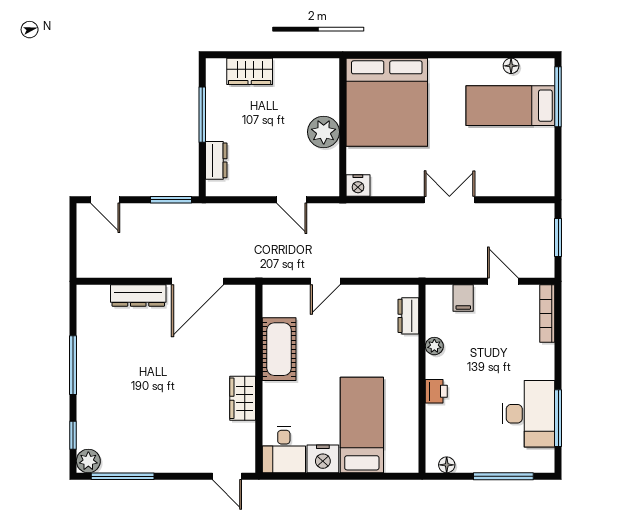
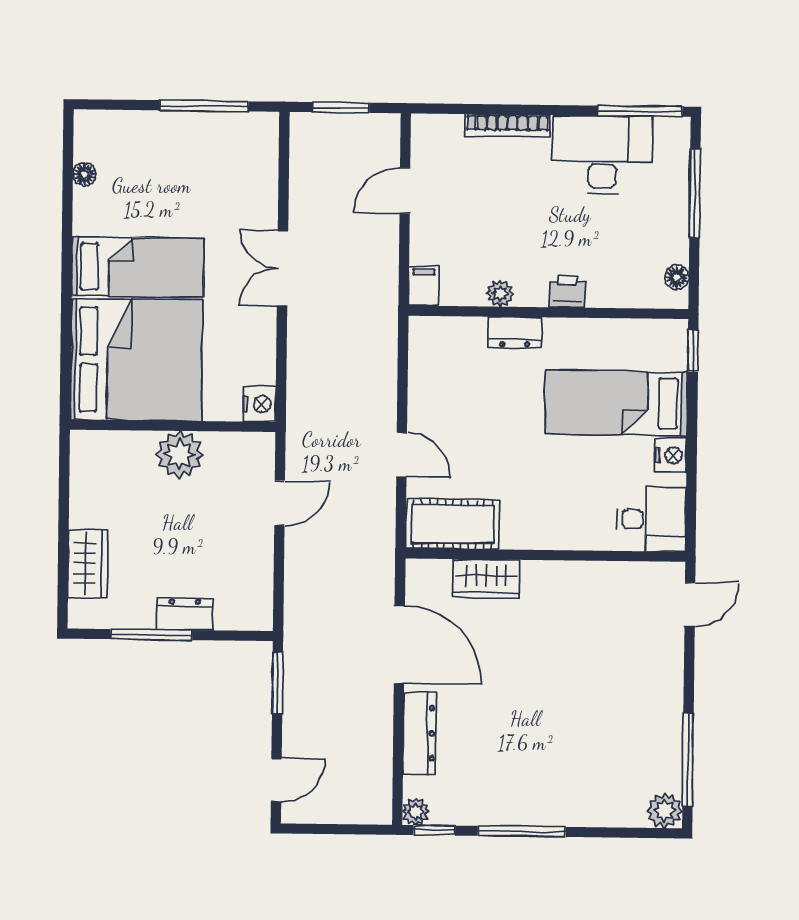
window: (558, 97) -> (204, 106), moved
bed: (510, 106) -> (138, 267), moved, turned -90
dresser: (216, 160) -> (185, 614), moved
plant: (85, 294) -> (416, 812), added
filing cabinet: (463, 298) -> (424, 286), moved, turned -90
bookcase: (547, 314) -> (507, 126), moved
dresser: (408, 316) -> (515, 332), moved
cot: (279, 349) -> (453, 524), moved
wardrobe: (243, 398) -> (486, 579), moved
window: (558, 418) -> (640, 111), moved
window: (73, 435) -> (434, 830), moved
nightstand: (323, 459) -> (671, 455), width x0.74, depth x0.75
window: (397, 476) -> (693, 351), added

